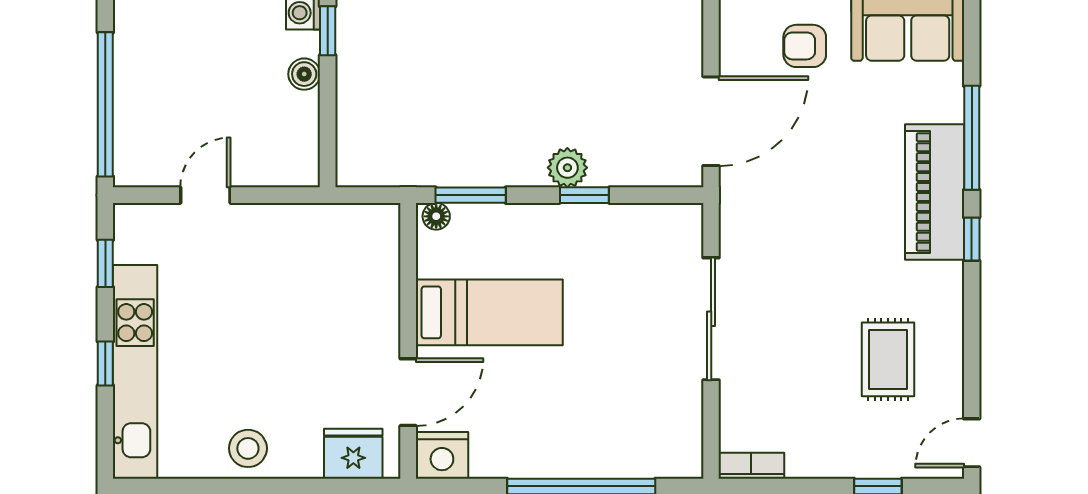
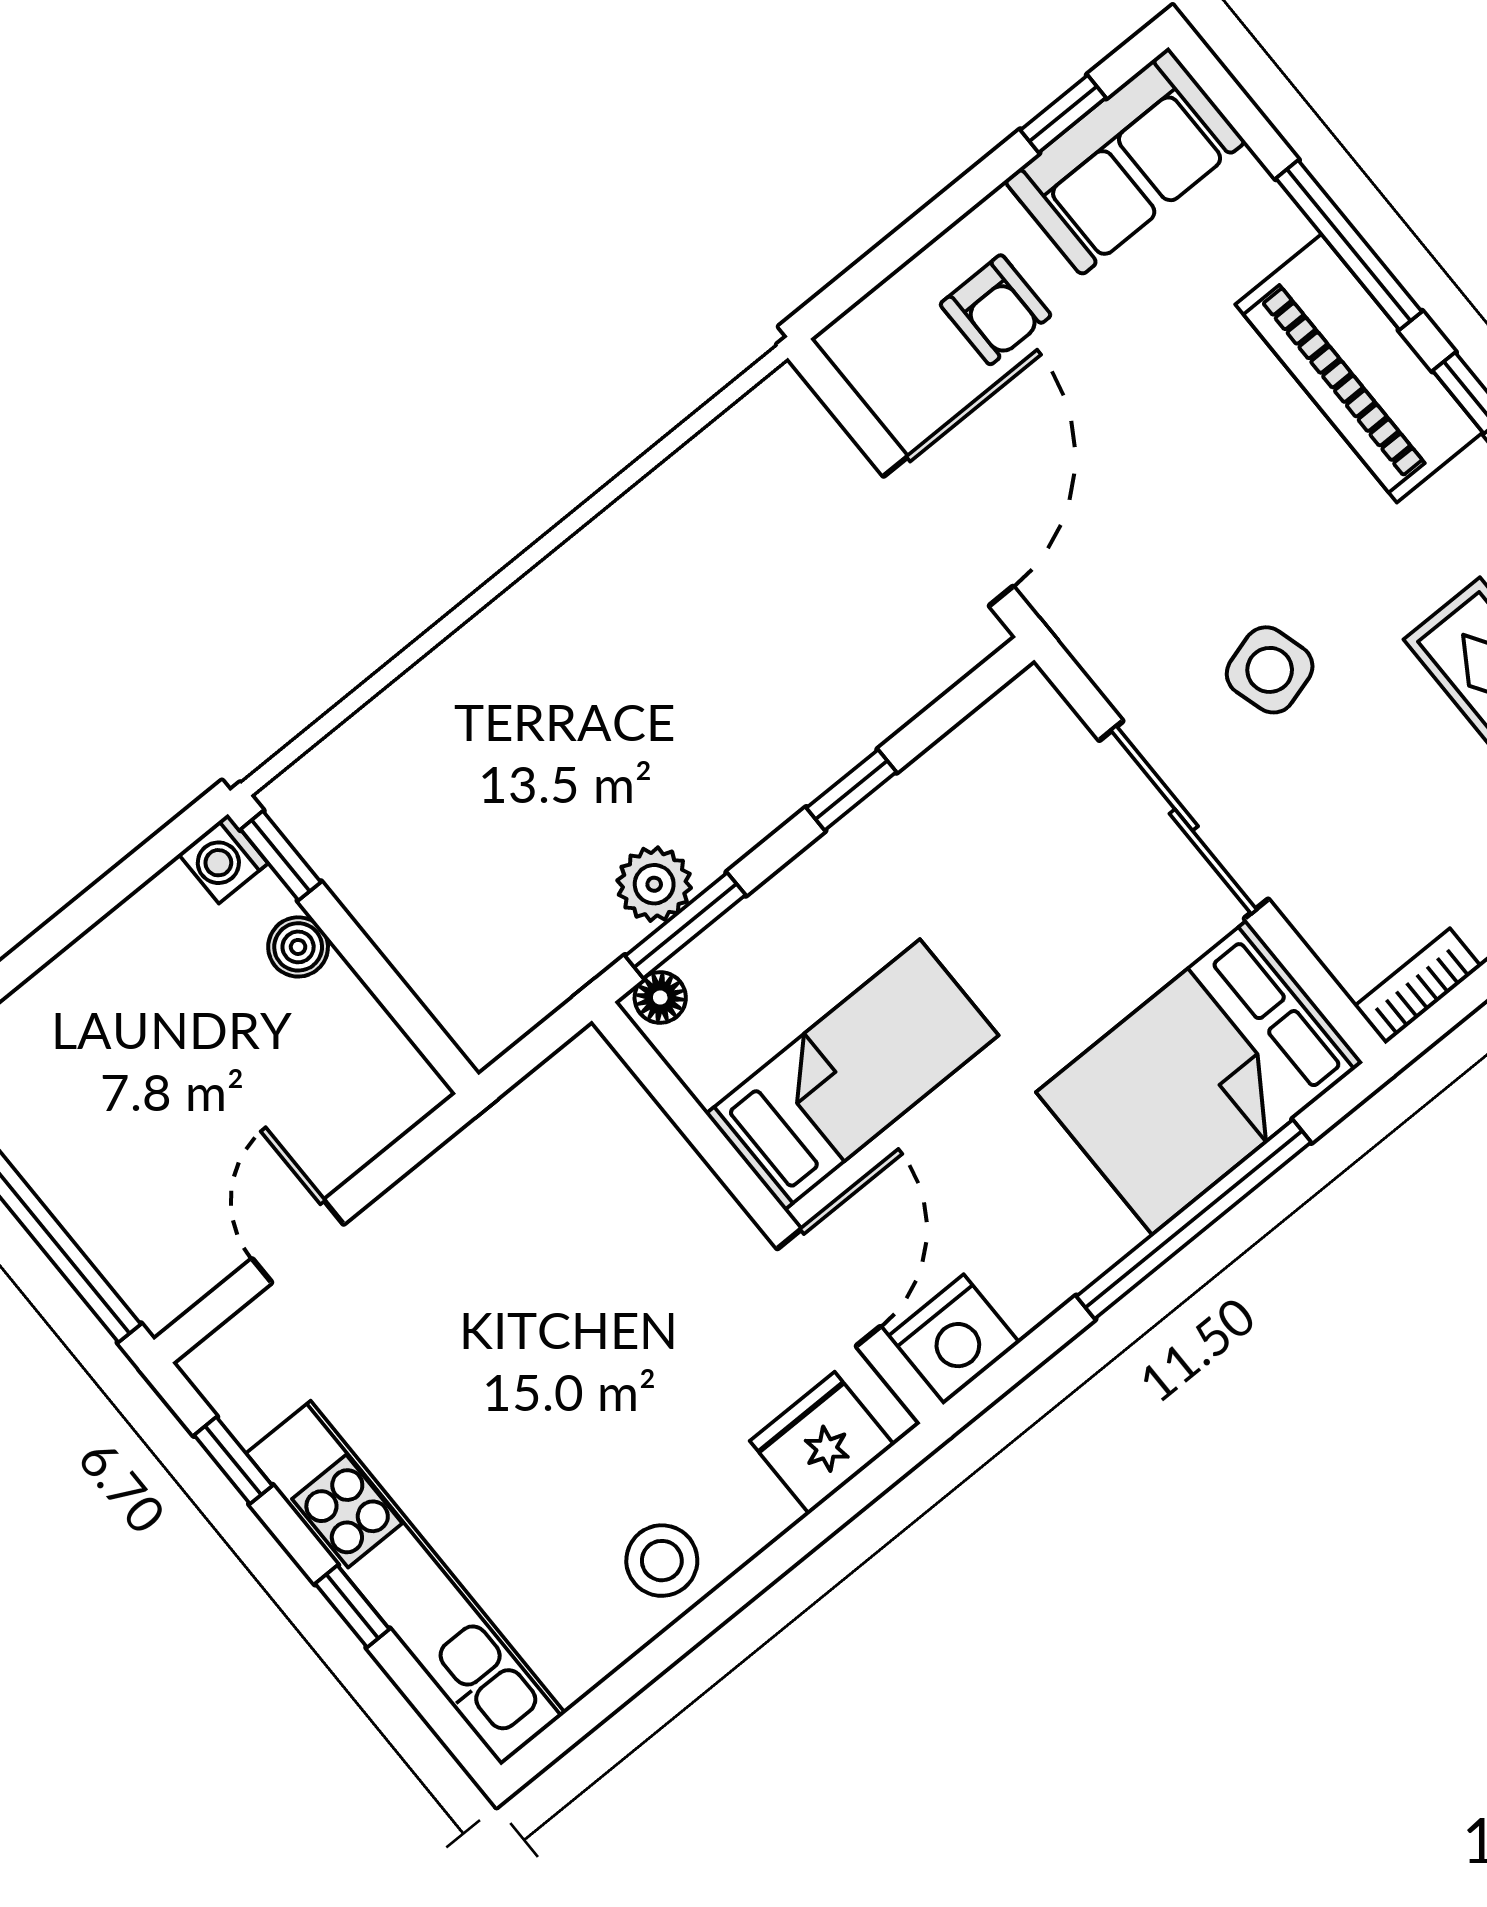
armchair: (805, 46) -> (996, 310), turned -90
plant: (567, 168) -> (654, 884), moved
side table: (797, 286) -> (1270, 670), added
bed: (631, 430) -> (1199, 1077), added

